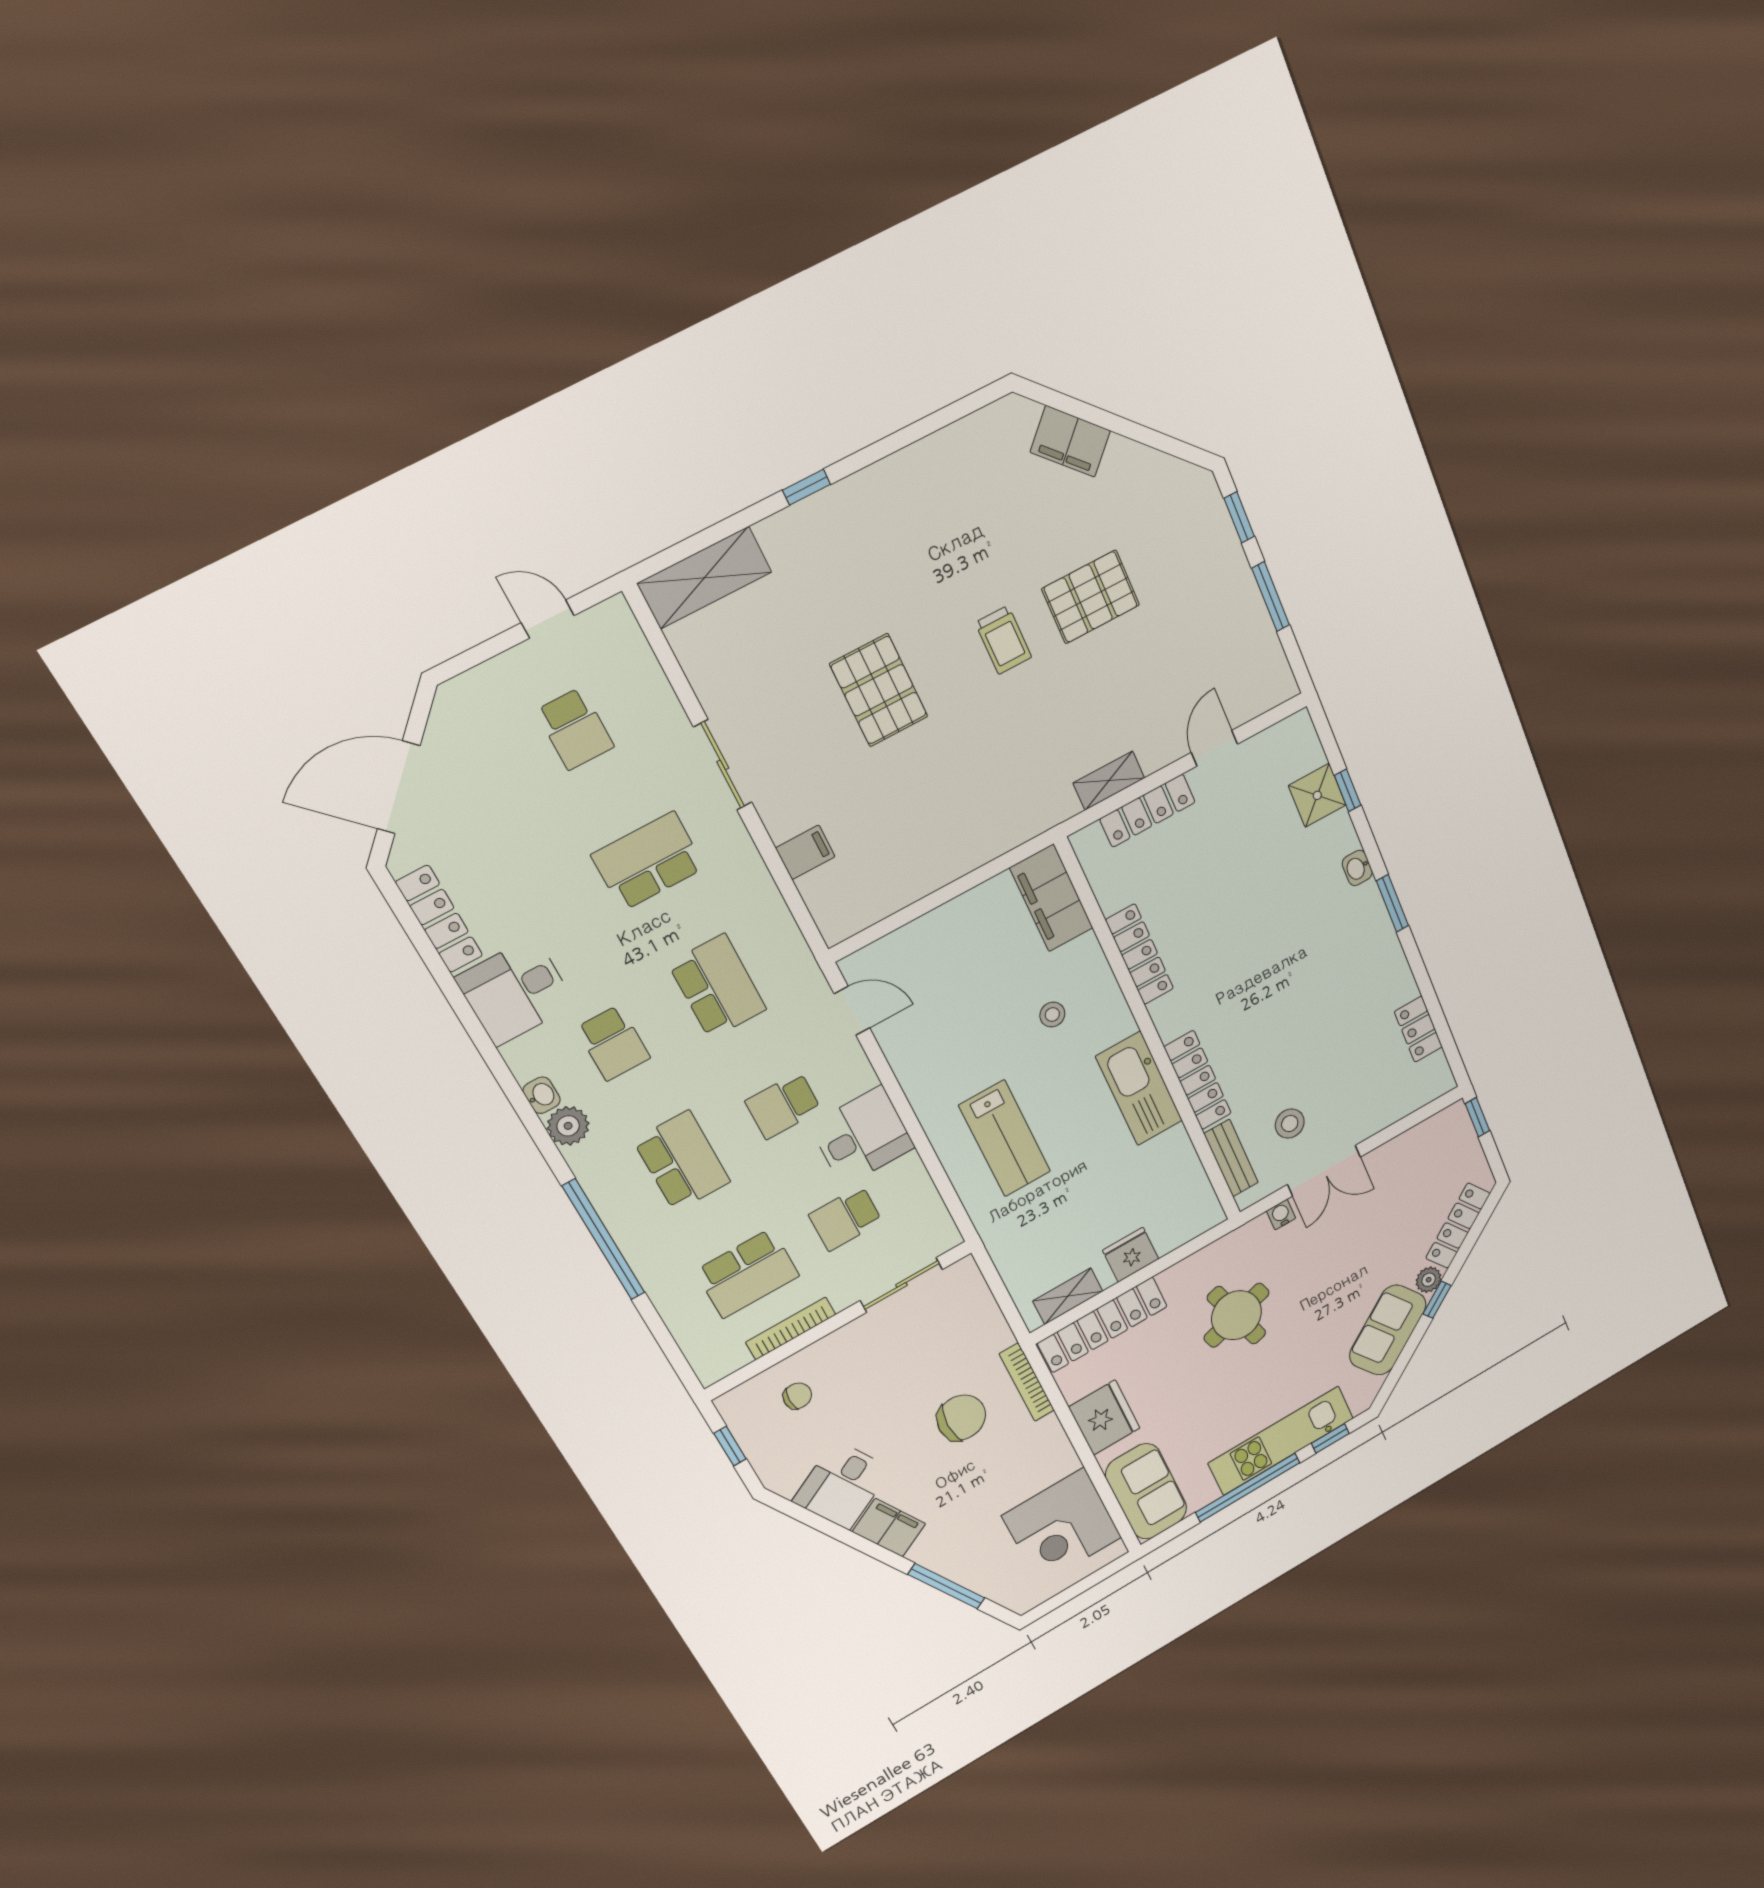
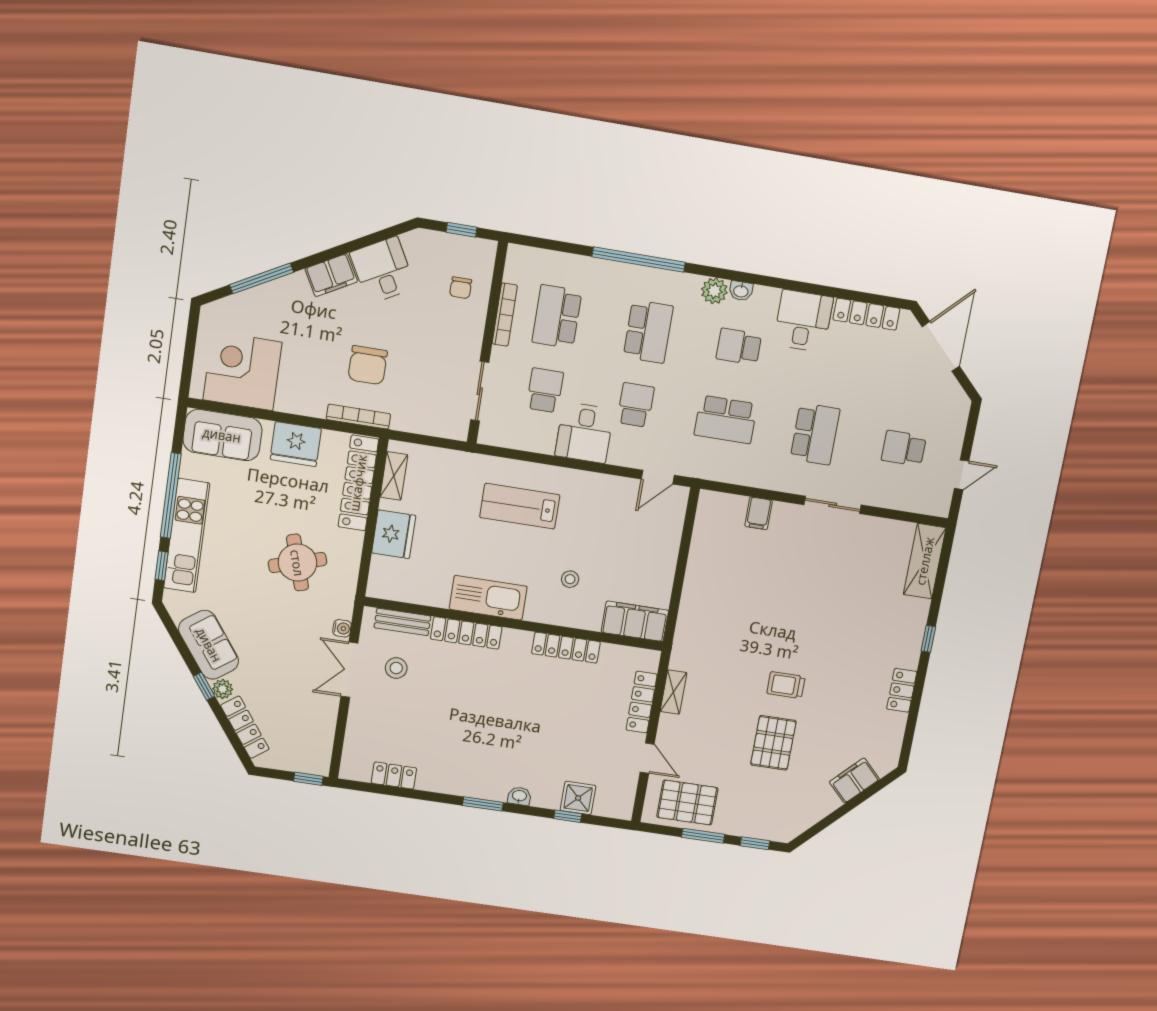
locker: (903, 470) -> (902, 690), added
pallet: (879, 690) -> (687, 803), moved
school desk: (682, 1161) -> (648, 332), turned -90
fridge: (1131, 1255) -> (394, 534), width x1.36, depth x1.34

